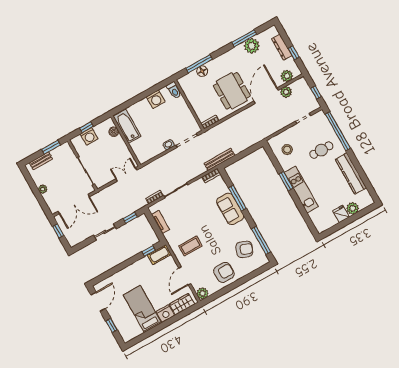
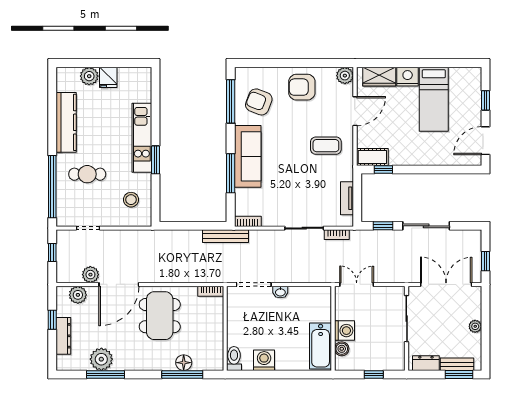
washing machine: (89, 136) -> (344, 331), moved, turned 90
window: (51, 147) -> (459, 374), moved
dresser: (60, 151) -> (426, 363), added
double door: (126, 174) -> (357, 284), swing flipped
sofa: (230, 209) -> (248, 156), width x1.36
sliding door: (105, 232) -> (426, 226), width x1.37

